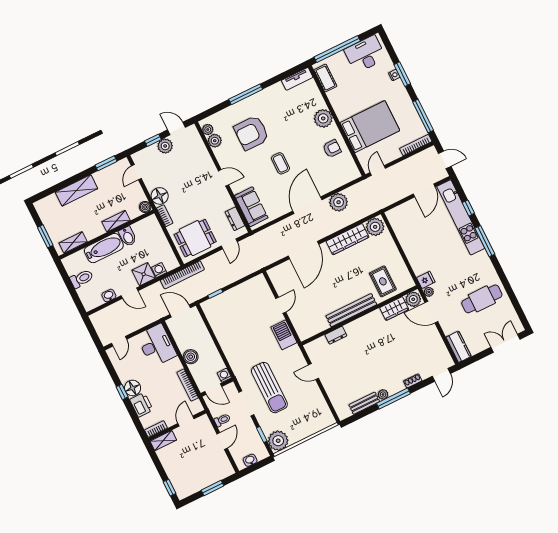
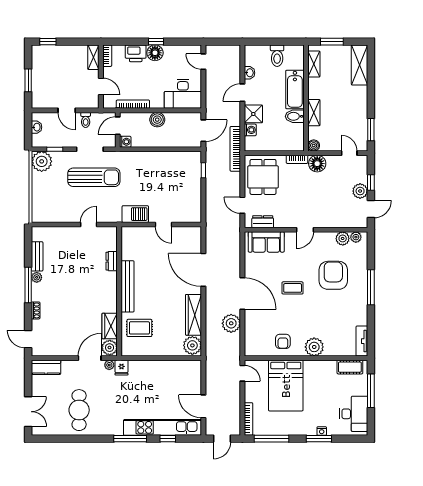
window: (337, 49) -> (371, 391), width x0.68
shelving: (76, 190) -> (360, 65), moved
sun lounger: (269, 388) -> (94, 177), turned 180

